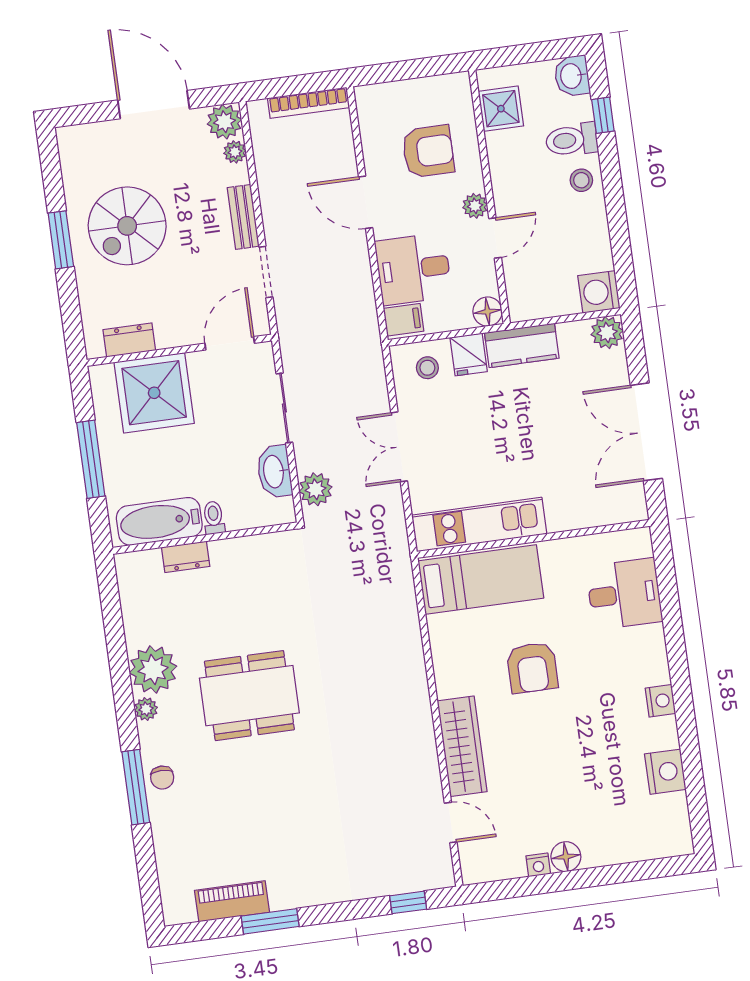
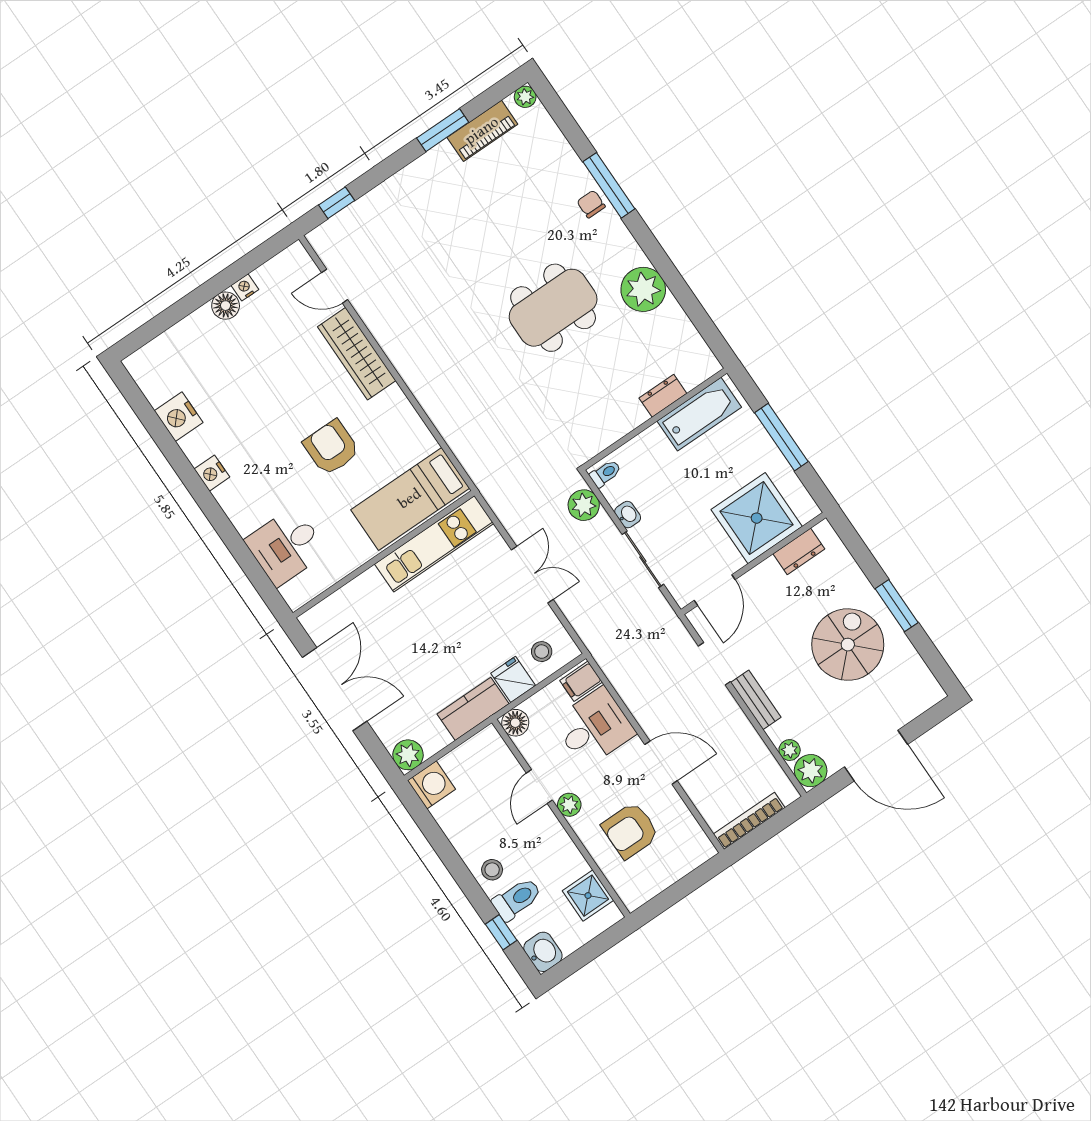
washbasin: (274, 471) -> (628, 515), width x0.52, depth x0.69
toilet: (214, 518) -> (605, 473), moved, turned -90
plant: (146, 709) -> (525, 97), moved

